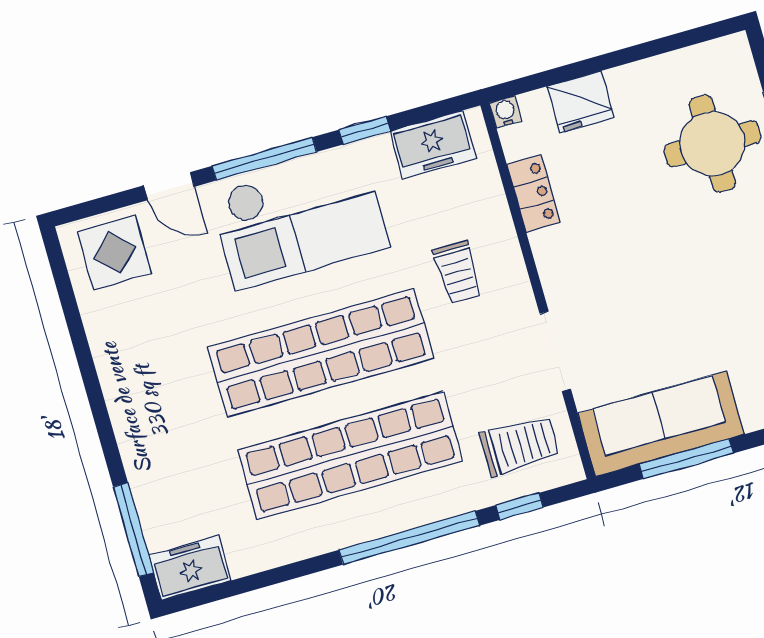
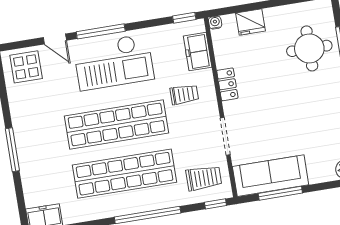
window: (365, 130) -> (184, 18), moved
freezer: (433, 145) -> (198, 52), moved, turned 90
locker: (533, 193) -> (227, 84), moved
trolley: (458, 272) -> (184, 95), turned -90
window: (520, 506) -> (215, 204), moved
window: (133, 530) -> (12, 150), moved

